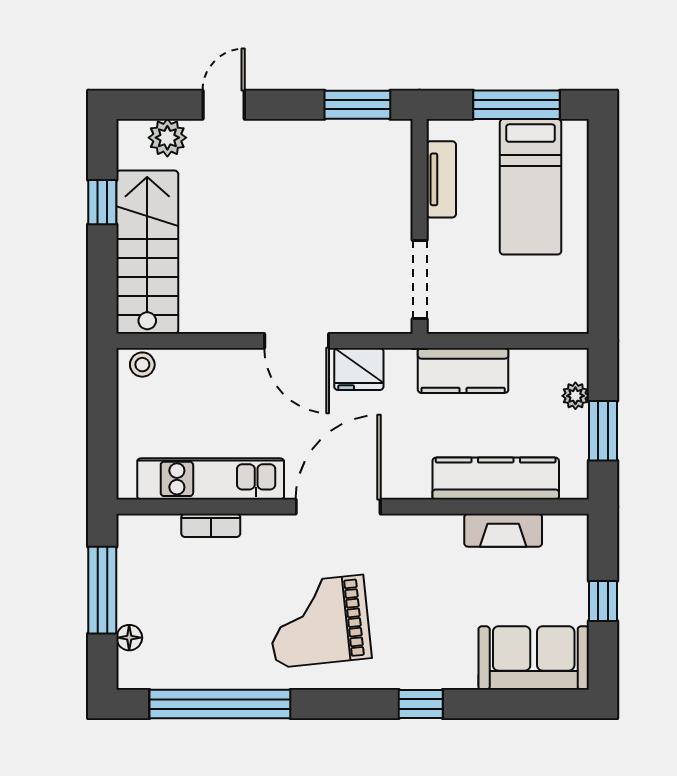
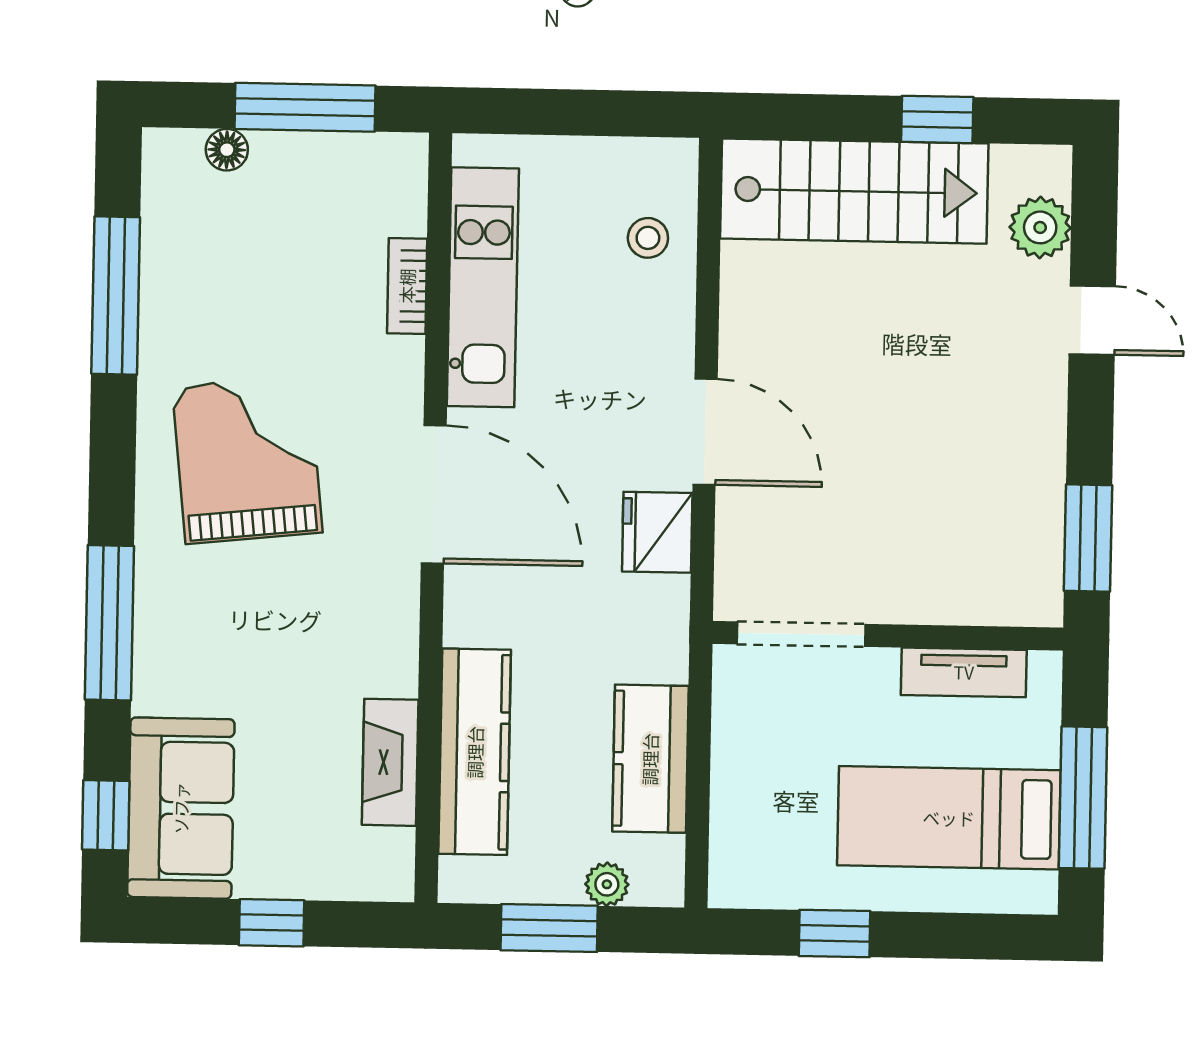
window: (603, 256) -> (834, 934), added
door: (297, 341) -> (705, 432), swing flipped
stool: (142, 365) -> (648, 238), moved
kitchen counter: (463, 371) -> (650, 759), moved
window: (220, 704) -> (116, 295), width x0.68
window: (421, 704) -> (109, 623), width x2.17
window: (539, 704) -> (106, 815), added

